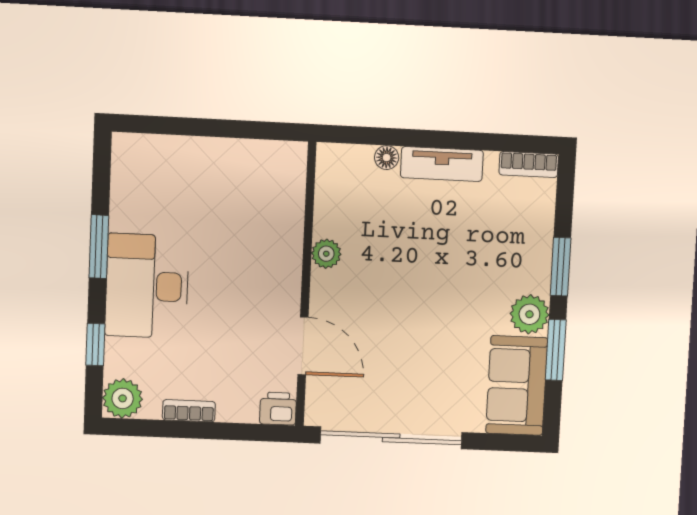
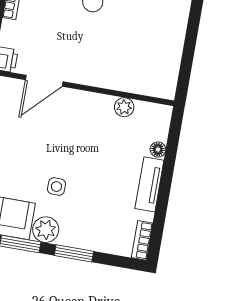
plant: (326, 254) -> (124, 107), moved
side table: (462, 306) -> (56, 187), added

